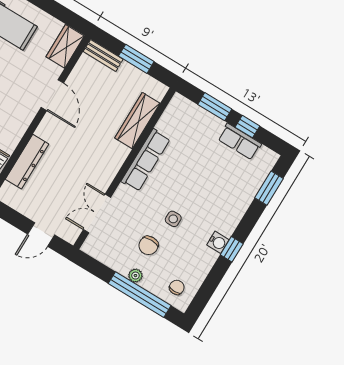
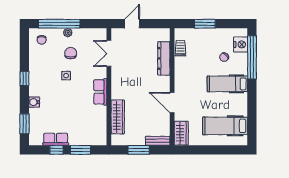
row of seats: (146, 160) -> (100, 92), width x0.68
double door: (97, 213) -> (109, 53), swing flipped
water cooler: (218, 242) -> (34, 102), moved

